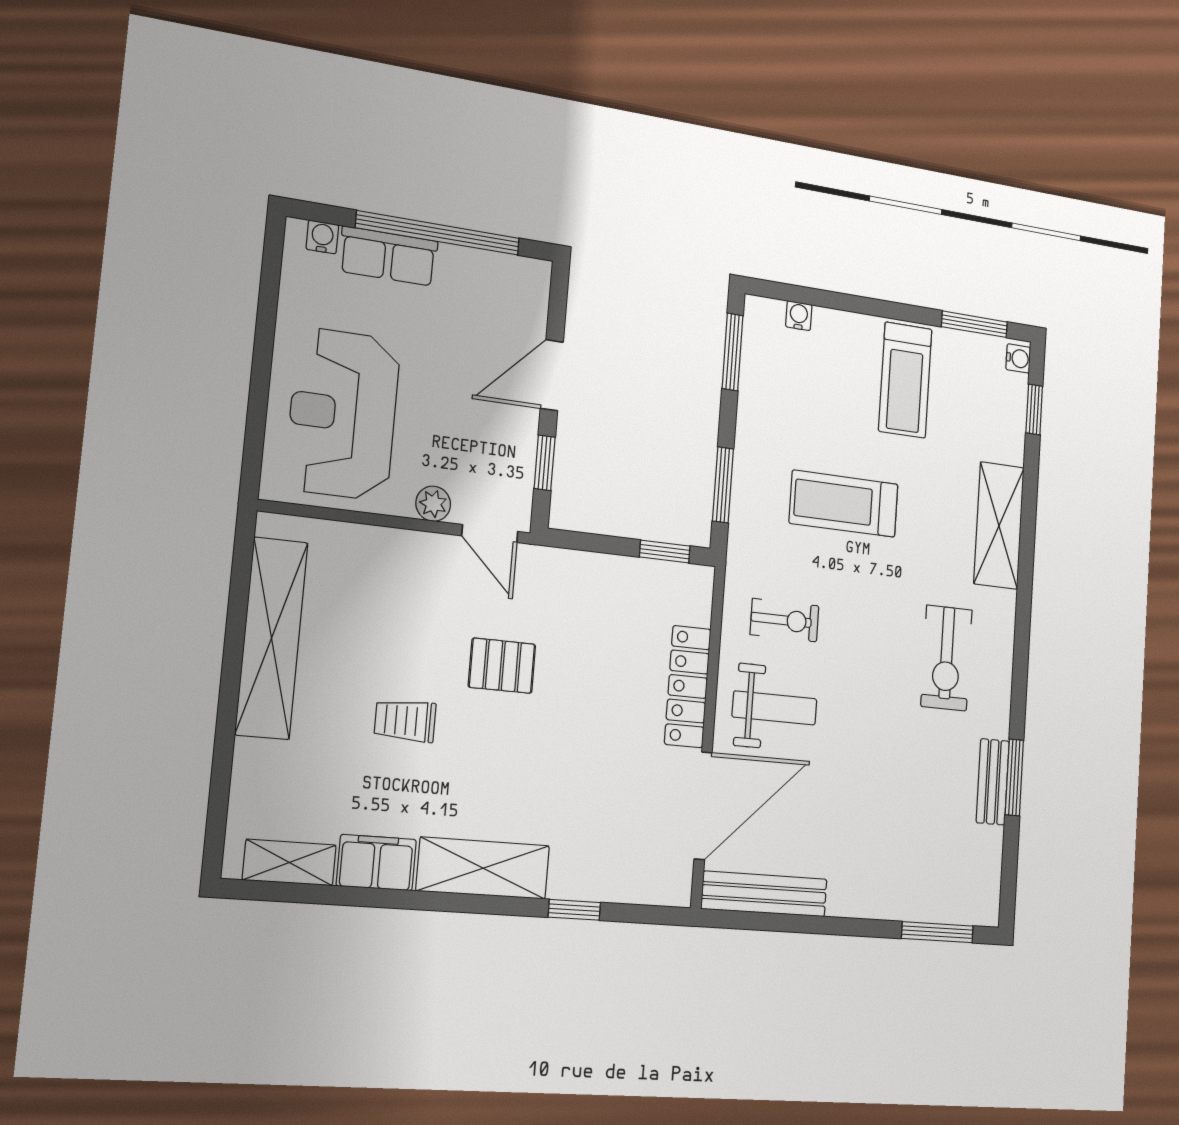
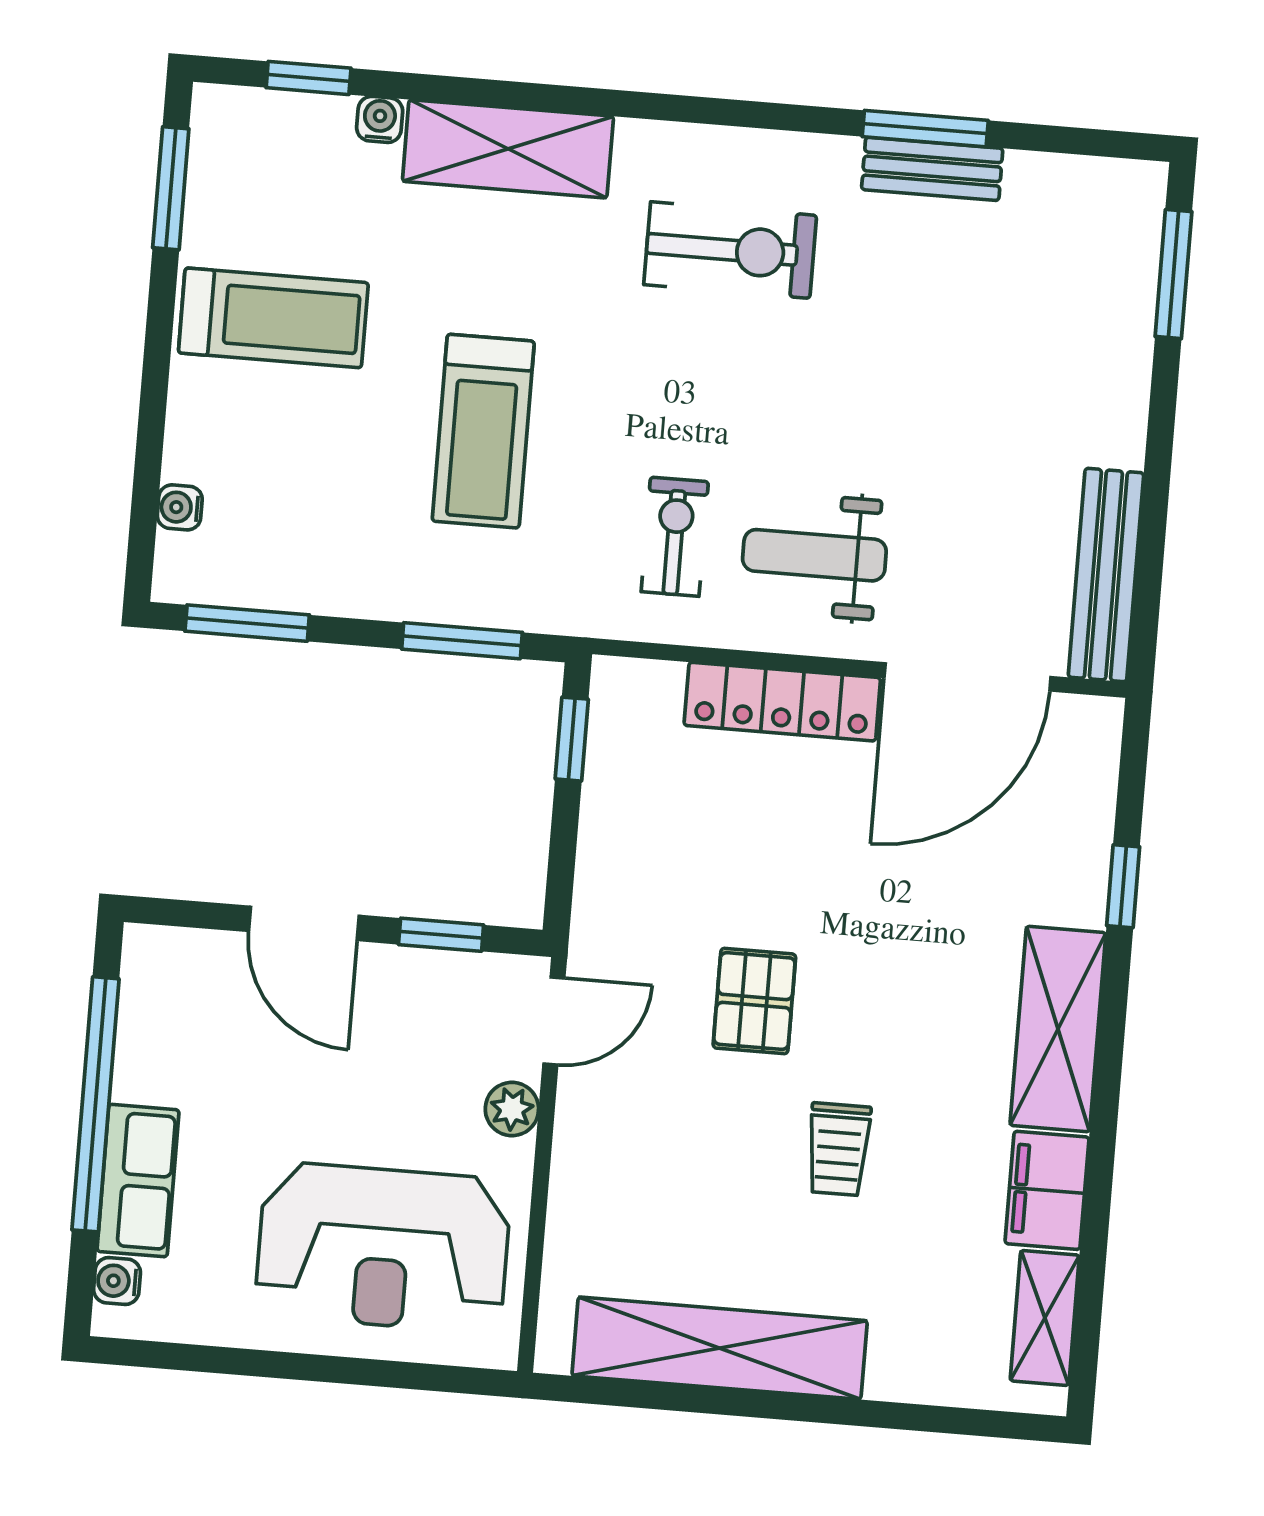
water cooler: (1018, 358) -> (380, 119), moved
weight bench: (775, 708) -> (814, 555), turned -90
door: (703, 806) -> (968, 677), swing flipped

